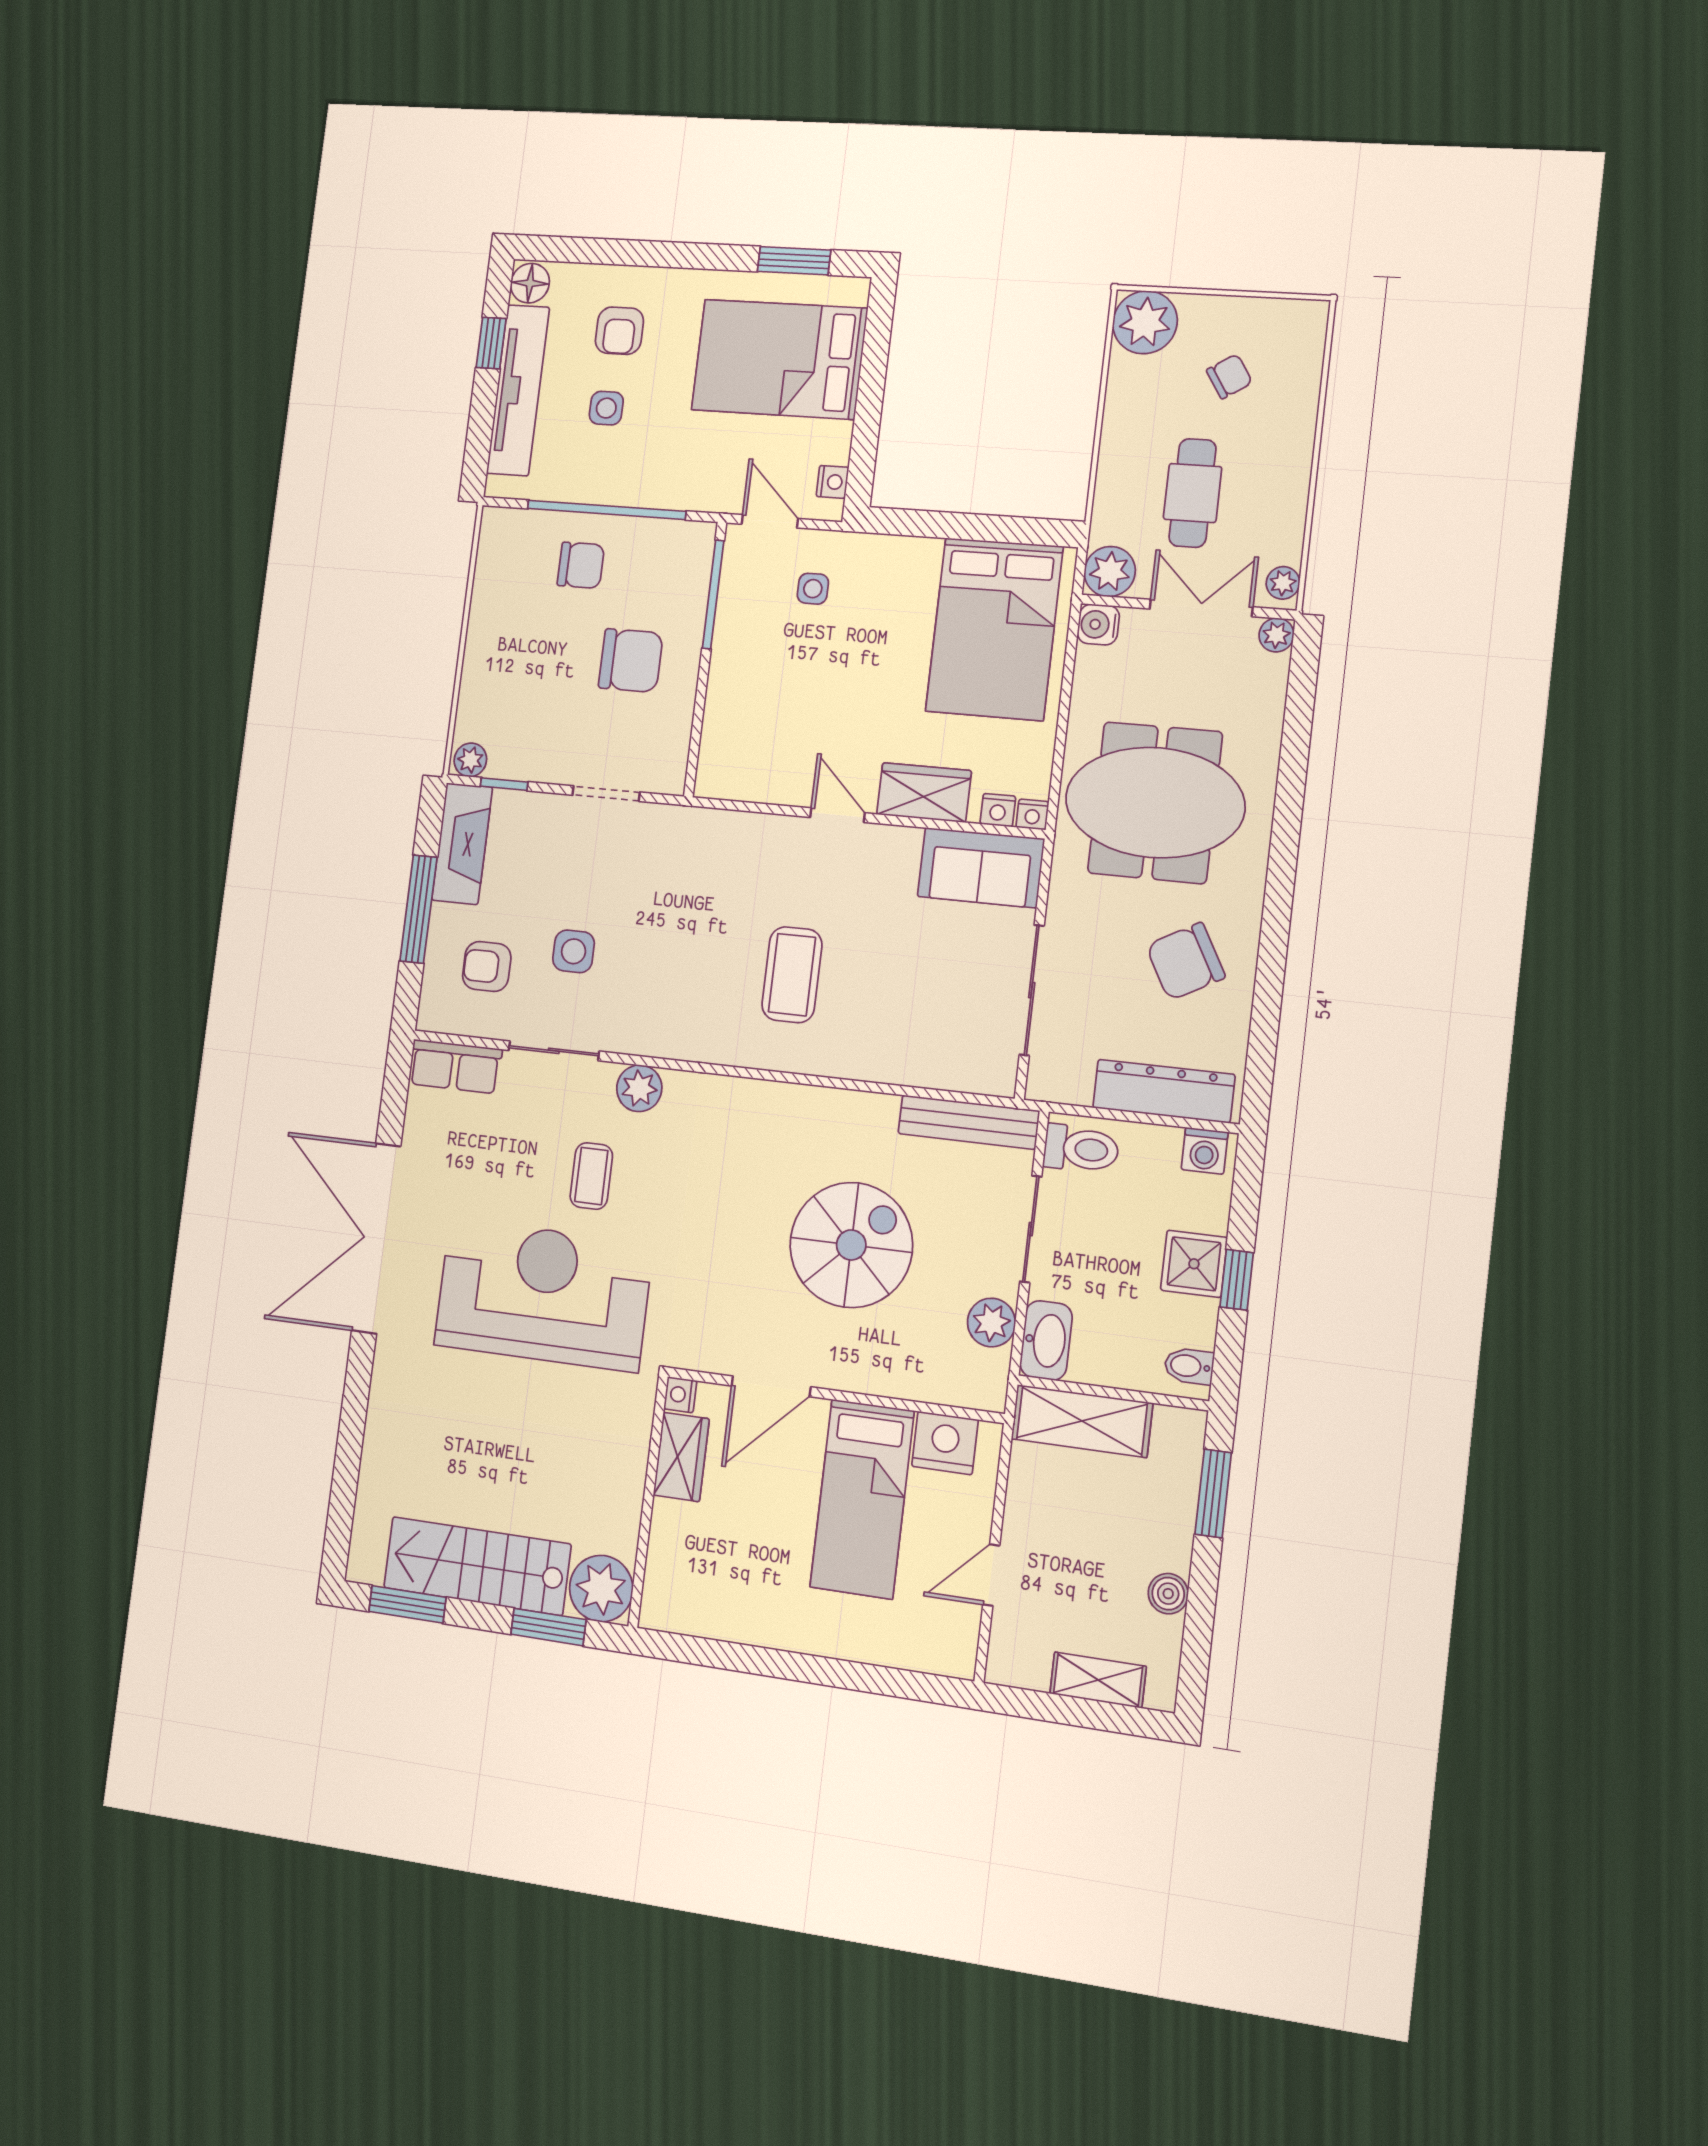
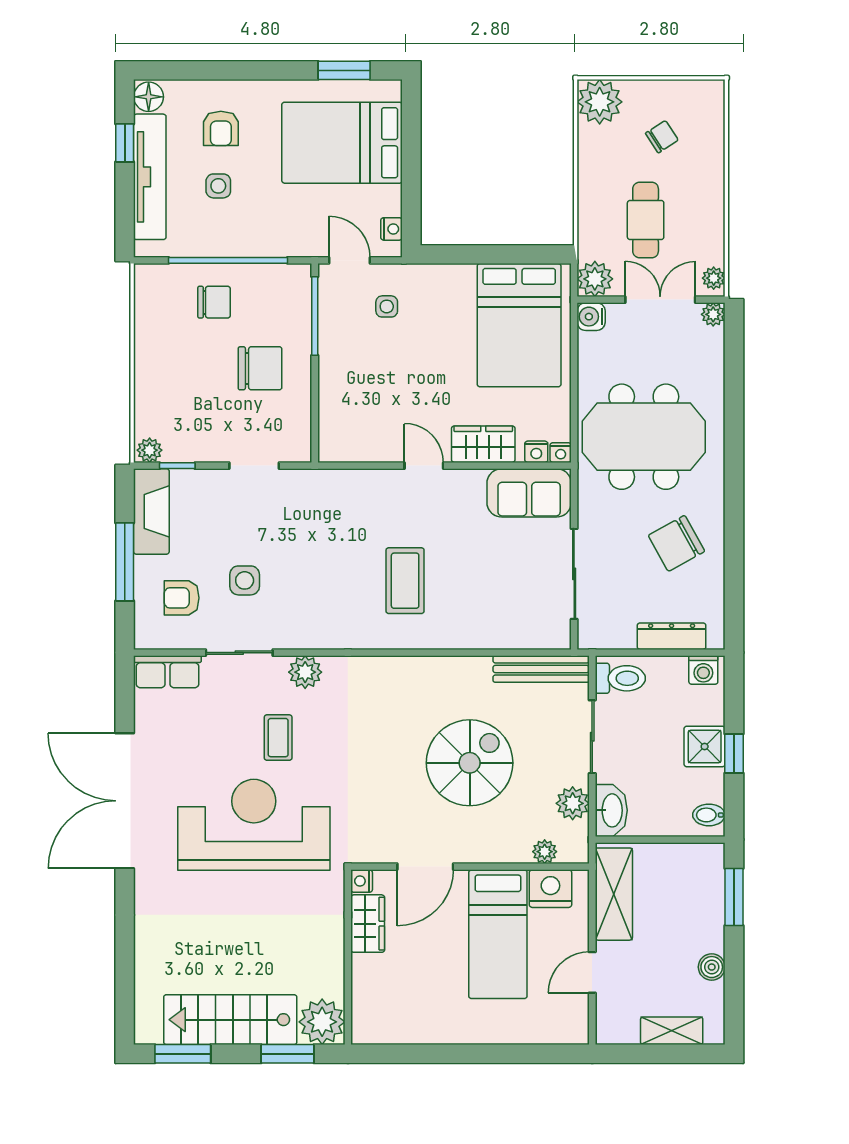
dresser: (1164, 1091) -> (672, 636), width x0.73, depth x0.80
plant: (943, 1388) -> (545, 852), added
shelving: (1082, 1421) -> (614, 894), moved, turned 90

